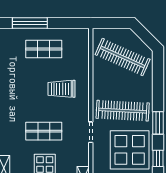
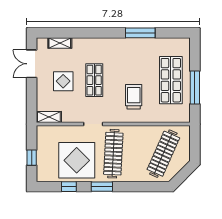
window: (30, 23) -> (195, 87), moved
shop shelf: (44, 49) -> (171, 80), width x1.43, depth x1.36

